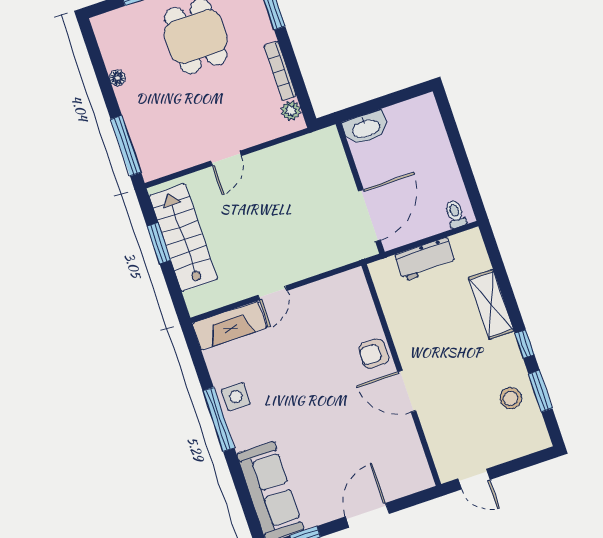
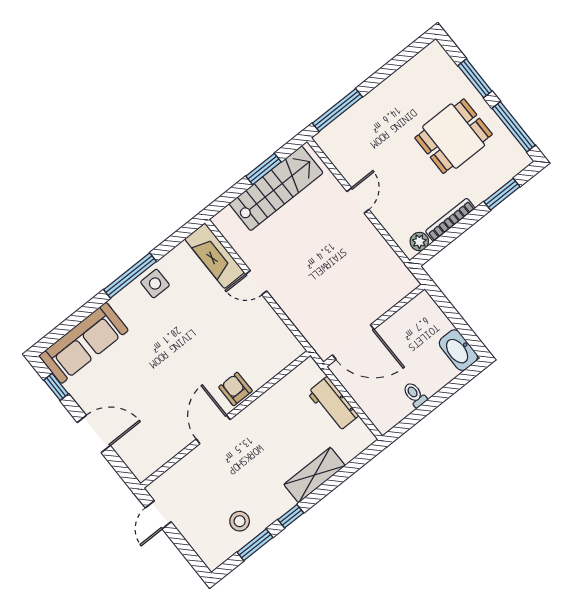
floor lamp: (117, 78) -> (393, 81), removed
washbasin: (366, 128) -> (458, 350), moved
door: (226, 158) -> (358, 200), swing flipped
toilet: (455, 214) -> (415, 395), moved, turned -90

